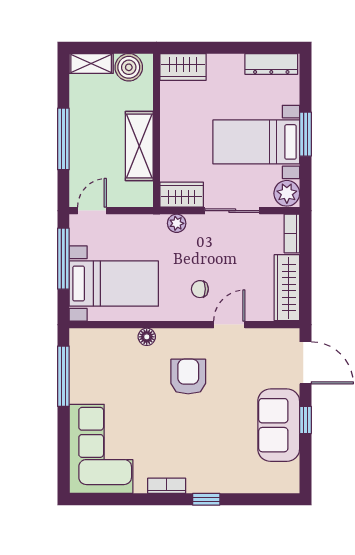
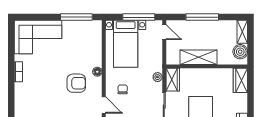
floor lamp: (147, 337) -> (97, 72), moved
window: (206, 499) -> (11, 93), removed

